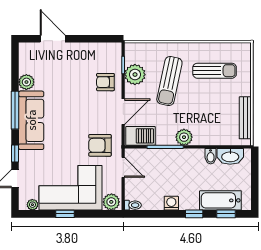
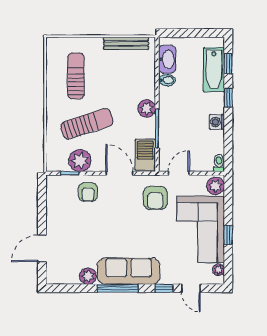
sun lounger: (169, 81) -> (87, 124), turned -30

